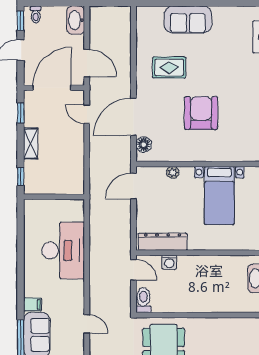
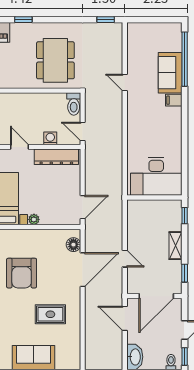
door: (87, 114) -> (125, 259), moved
plant: (173, 172) -> (34, 219), moved
desk: (63, 250) -> (156, 176), moved, turned -90
door: (203, 253) -> (19, 147), added

